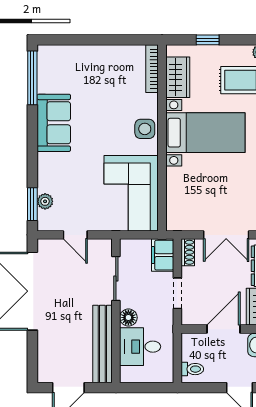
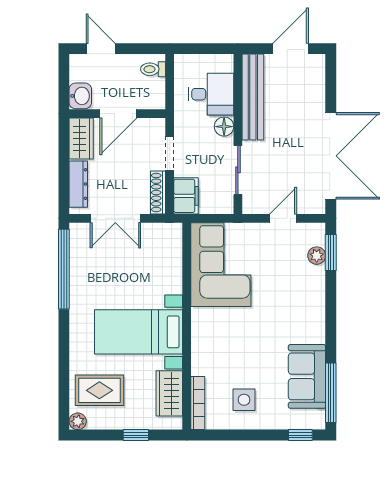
window: (60, 40) -> (300, 435), added
sofa: (54, 123) -> (307, 376), moved
side table: (145, 129) -> (244, 400), moved
door: (75, 235) -> (283, 218), hinge flipped
double door: (226, 235) -> (115, 218), swing flipped
shoe rack: (188, 252) -> (158, 192), width x1.43

